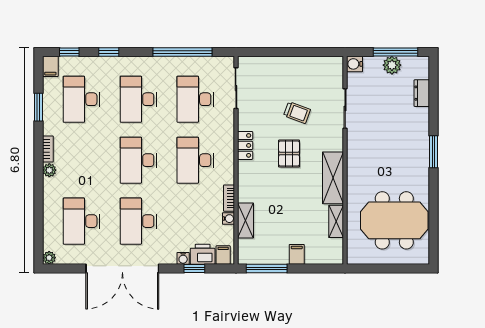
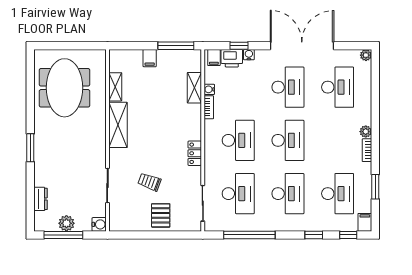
pallet: (289, 154) -> (161, 215), moved
meeting table: (394, 220) -> (64, 88), turned 90

